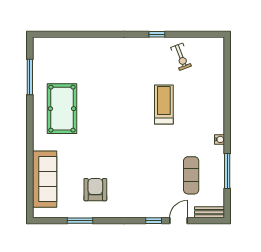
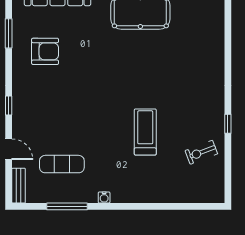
treadmill: (164, 104) -> (145, 132), turned -90
window: (154, 221) -> (9, 105), moved

